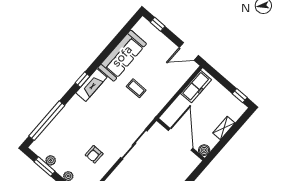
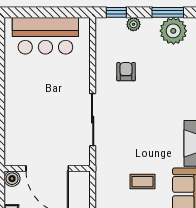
plant: (51, 160) -> (173, 31), width x1.87, depth x1.87

